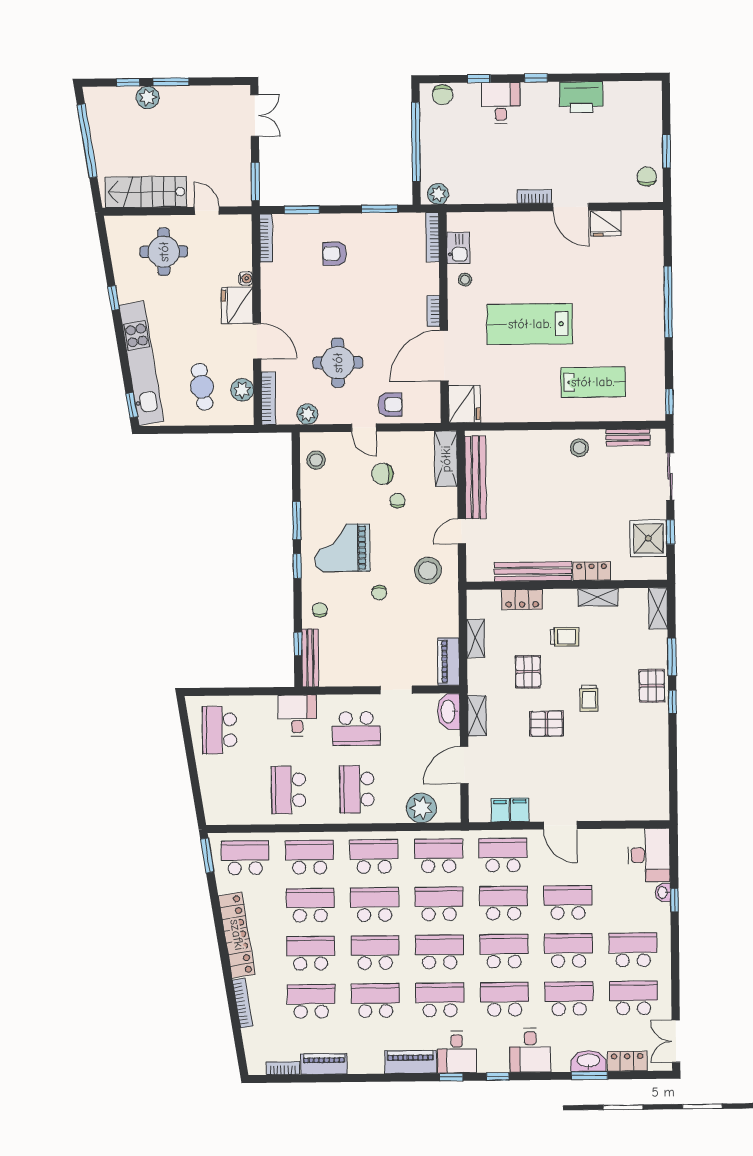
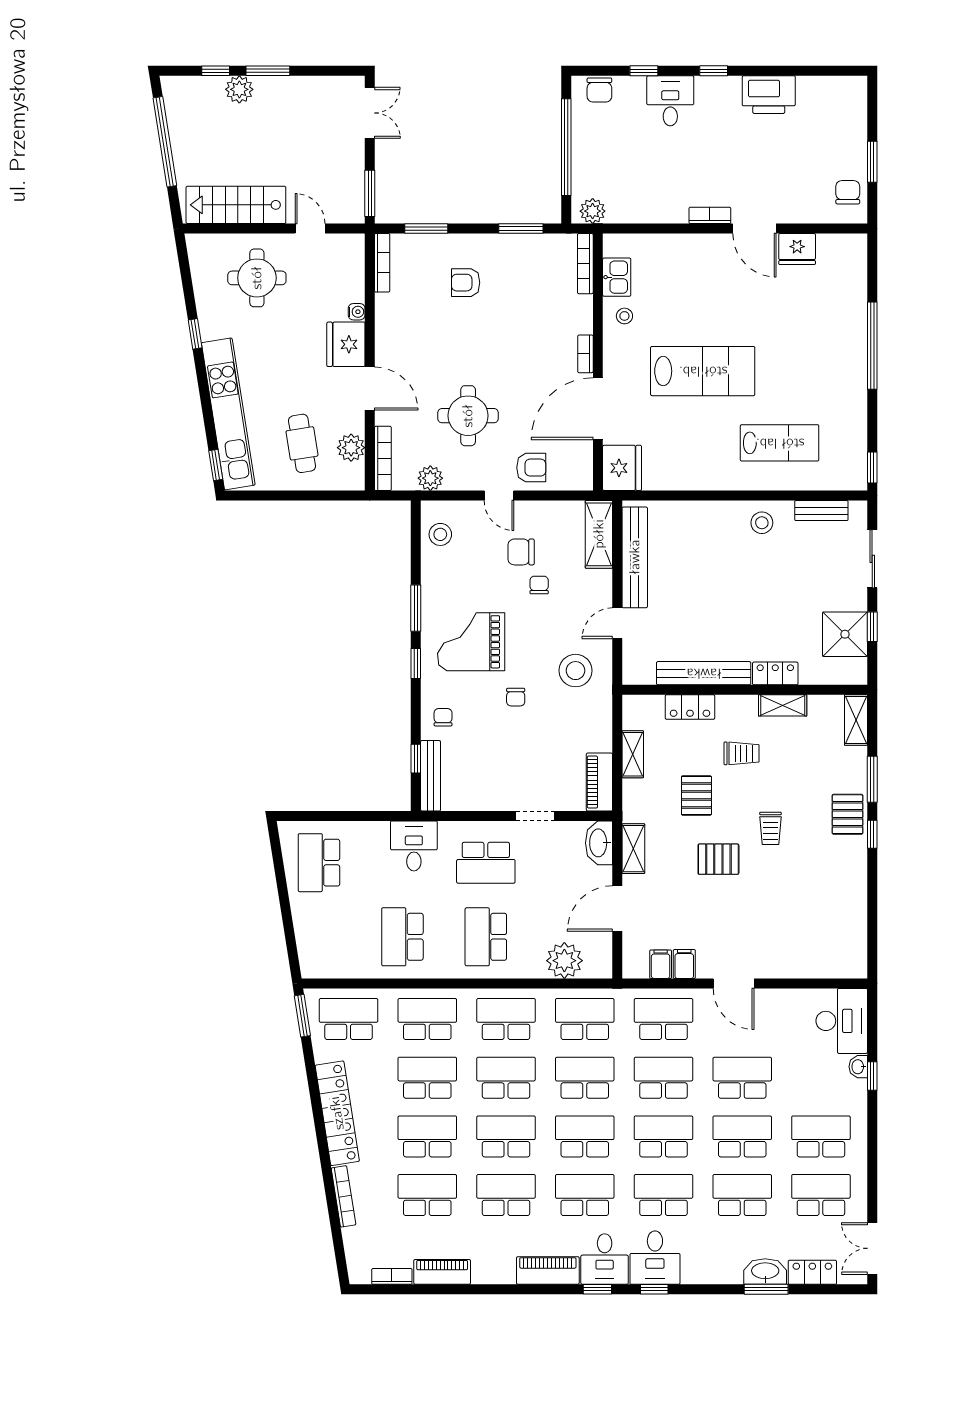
lab bench: (530, 324) -> (703, 371), turned 180
desk: (530, 1050) -> (655, 1258), moved

